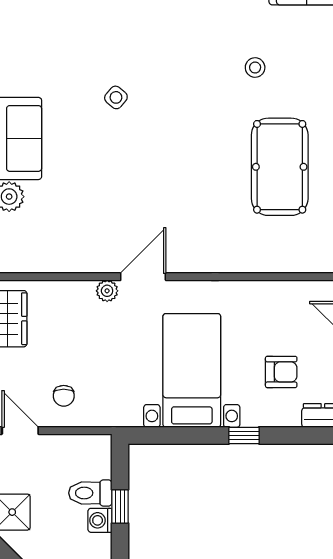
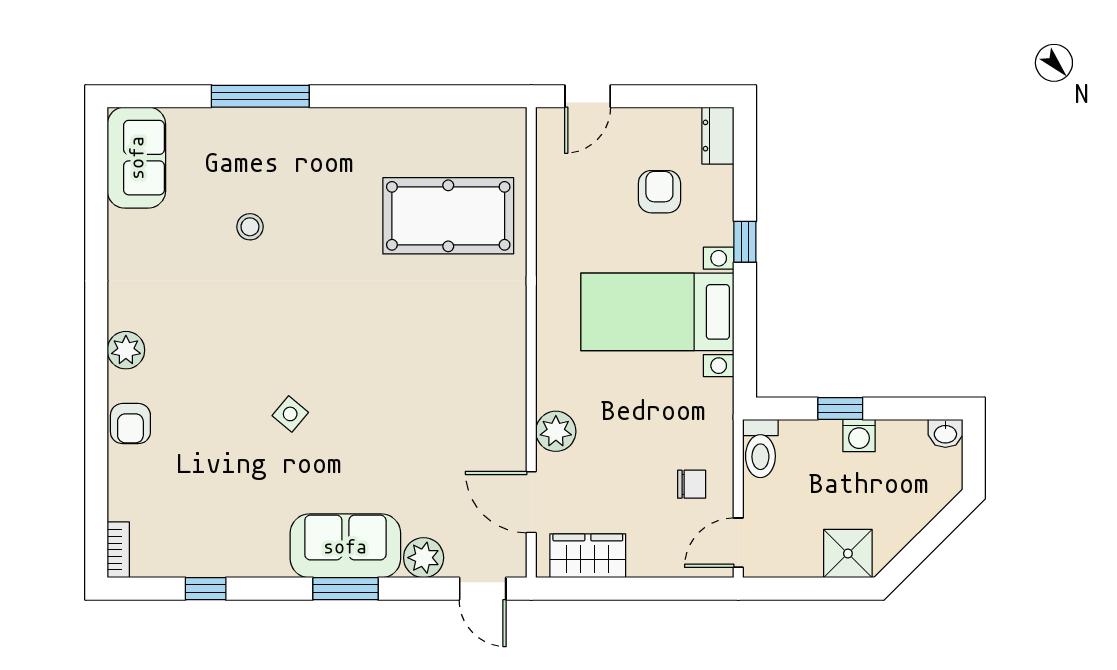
pool table: (280, 167) -> (448, 216), moved
door: (143, 277) -> (531, 502), moved
plant: (107, 291) -> (556, 431), width x1.38, depth x1.38
toilet: (90, 493) -> (760, 449), moved

